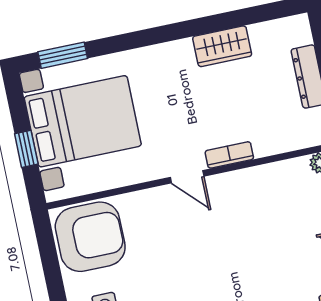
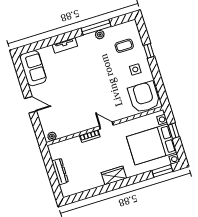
wardrobe: (222, 46) -> (114, 175), moved
armchair: (90, 237) -> (144, 97), turned 90

